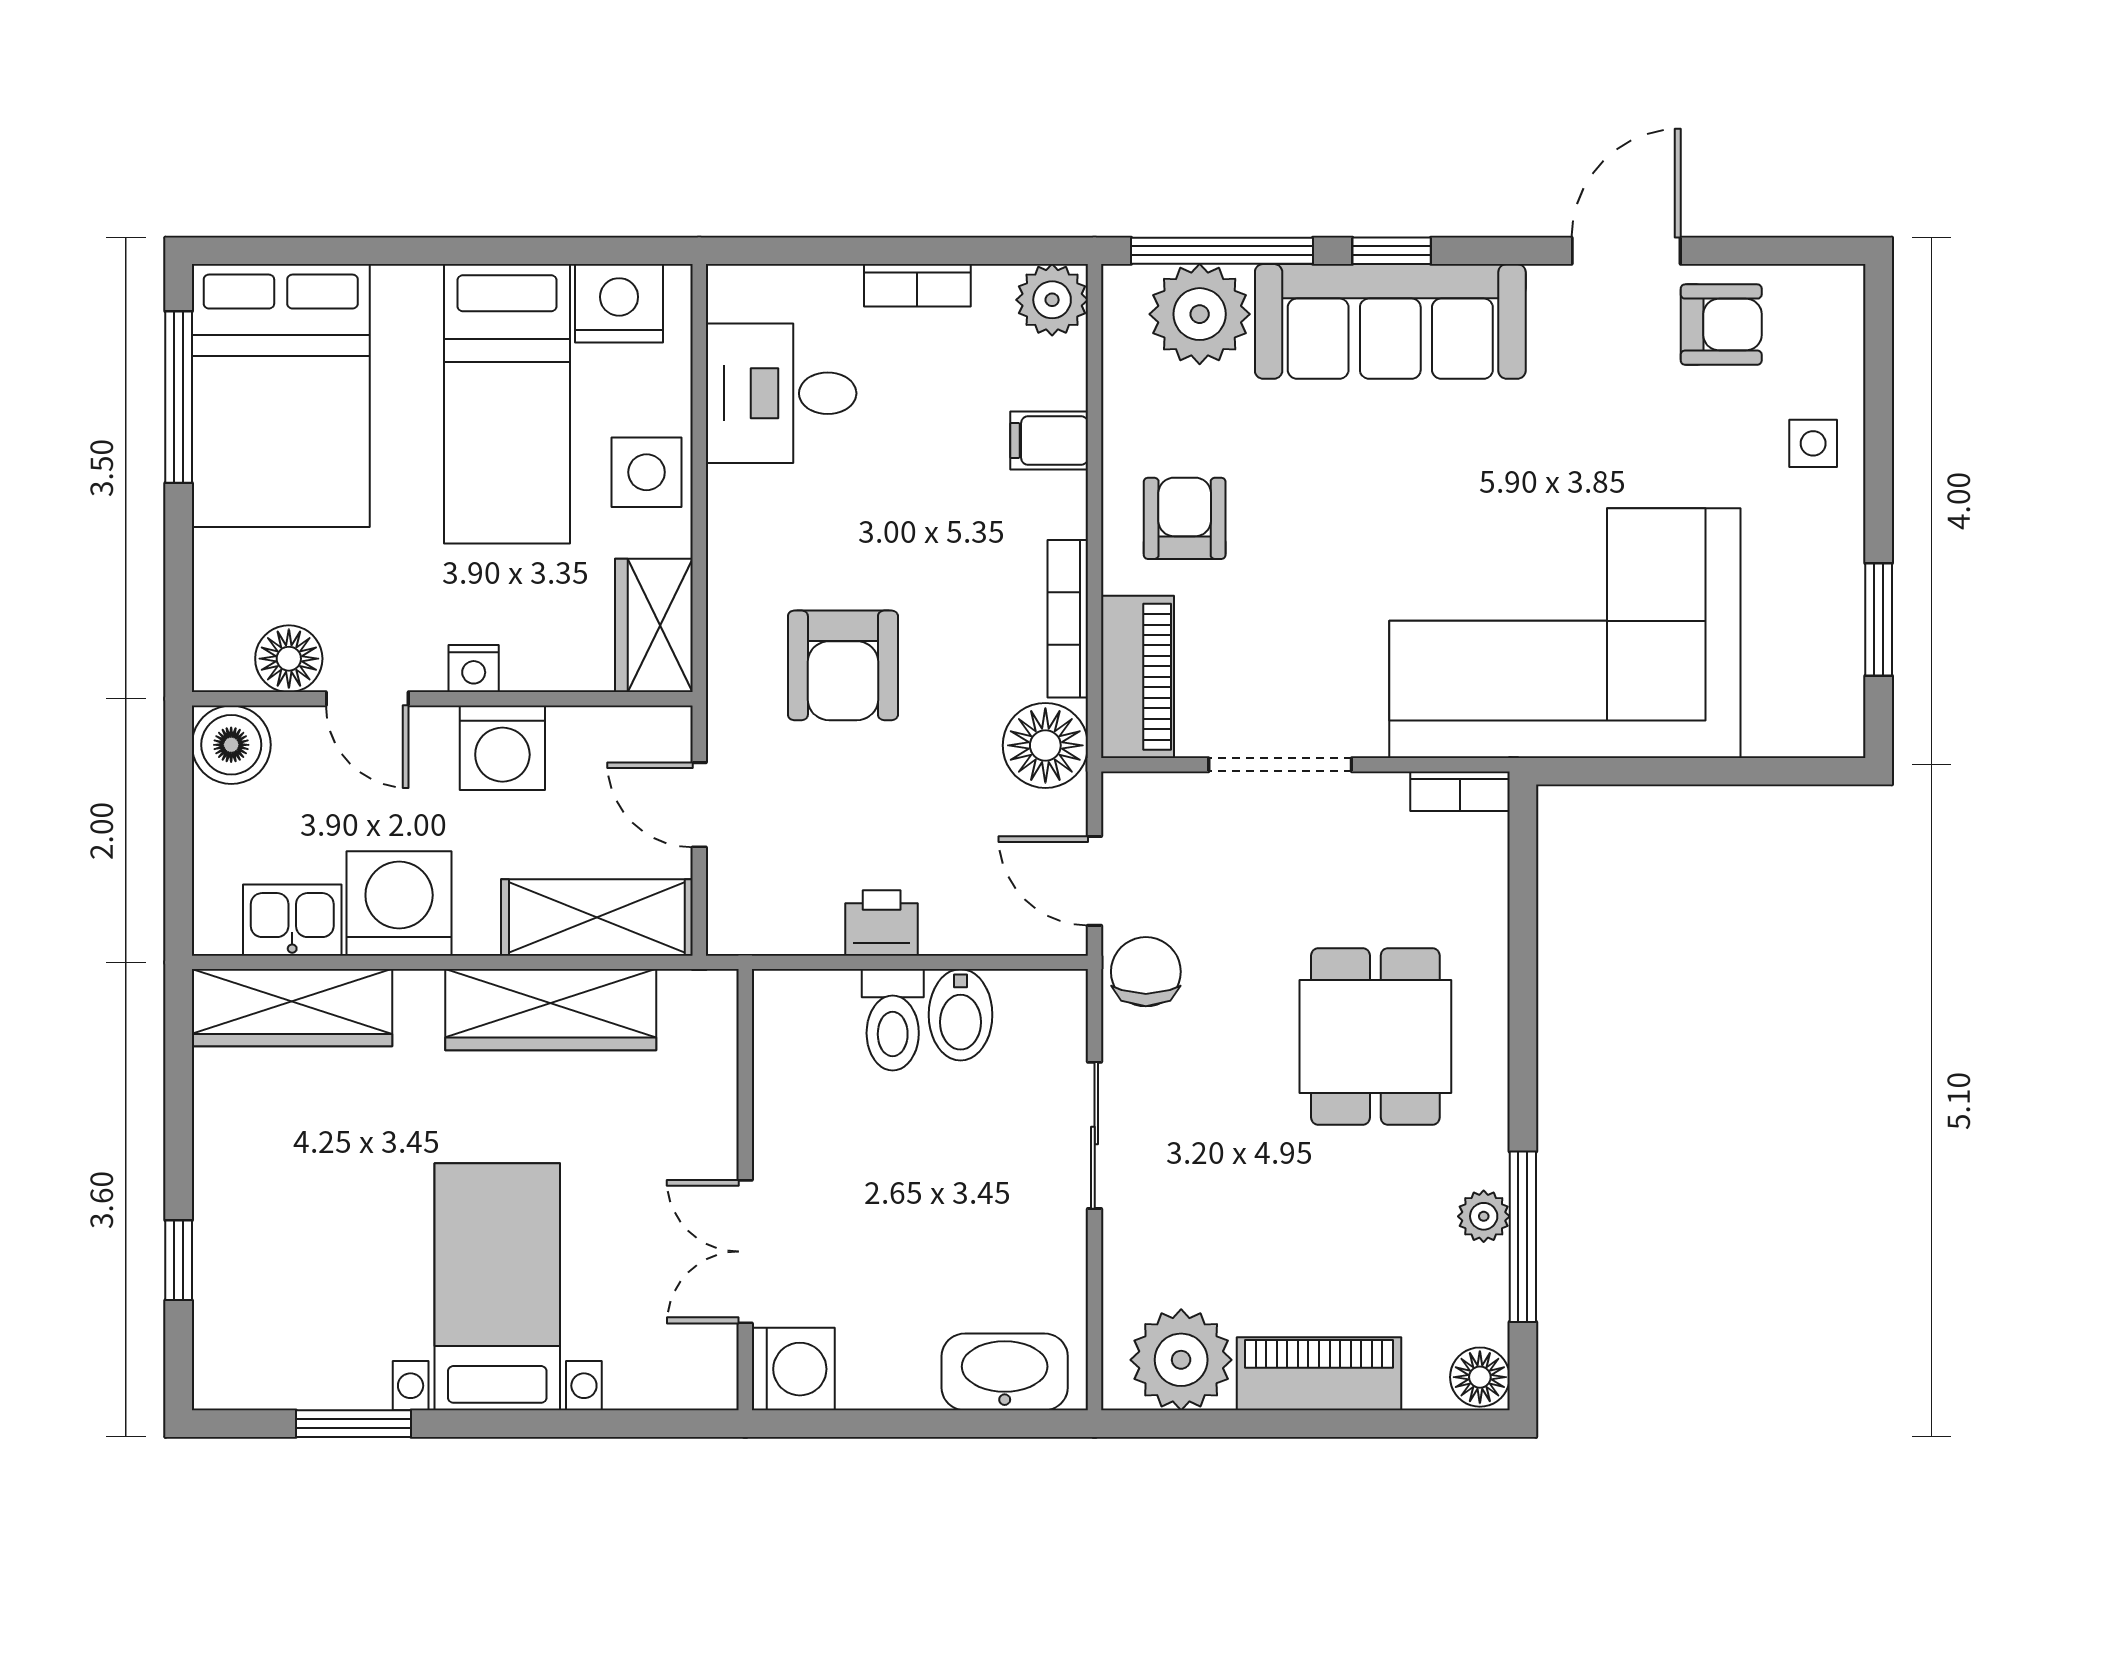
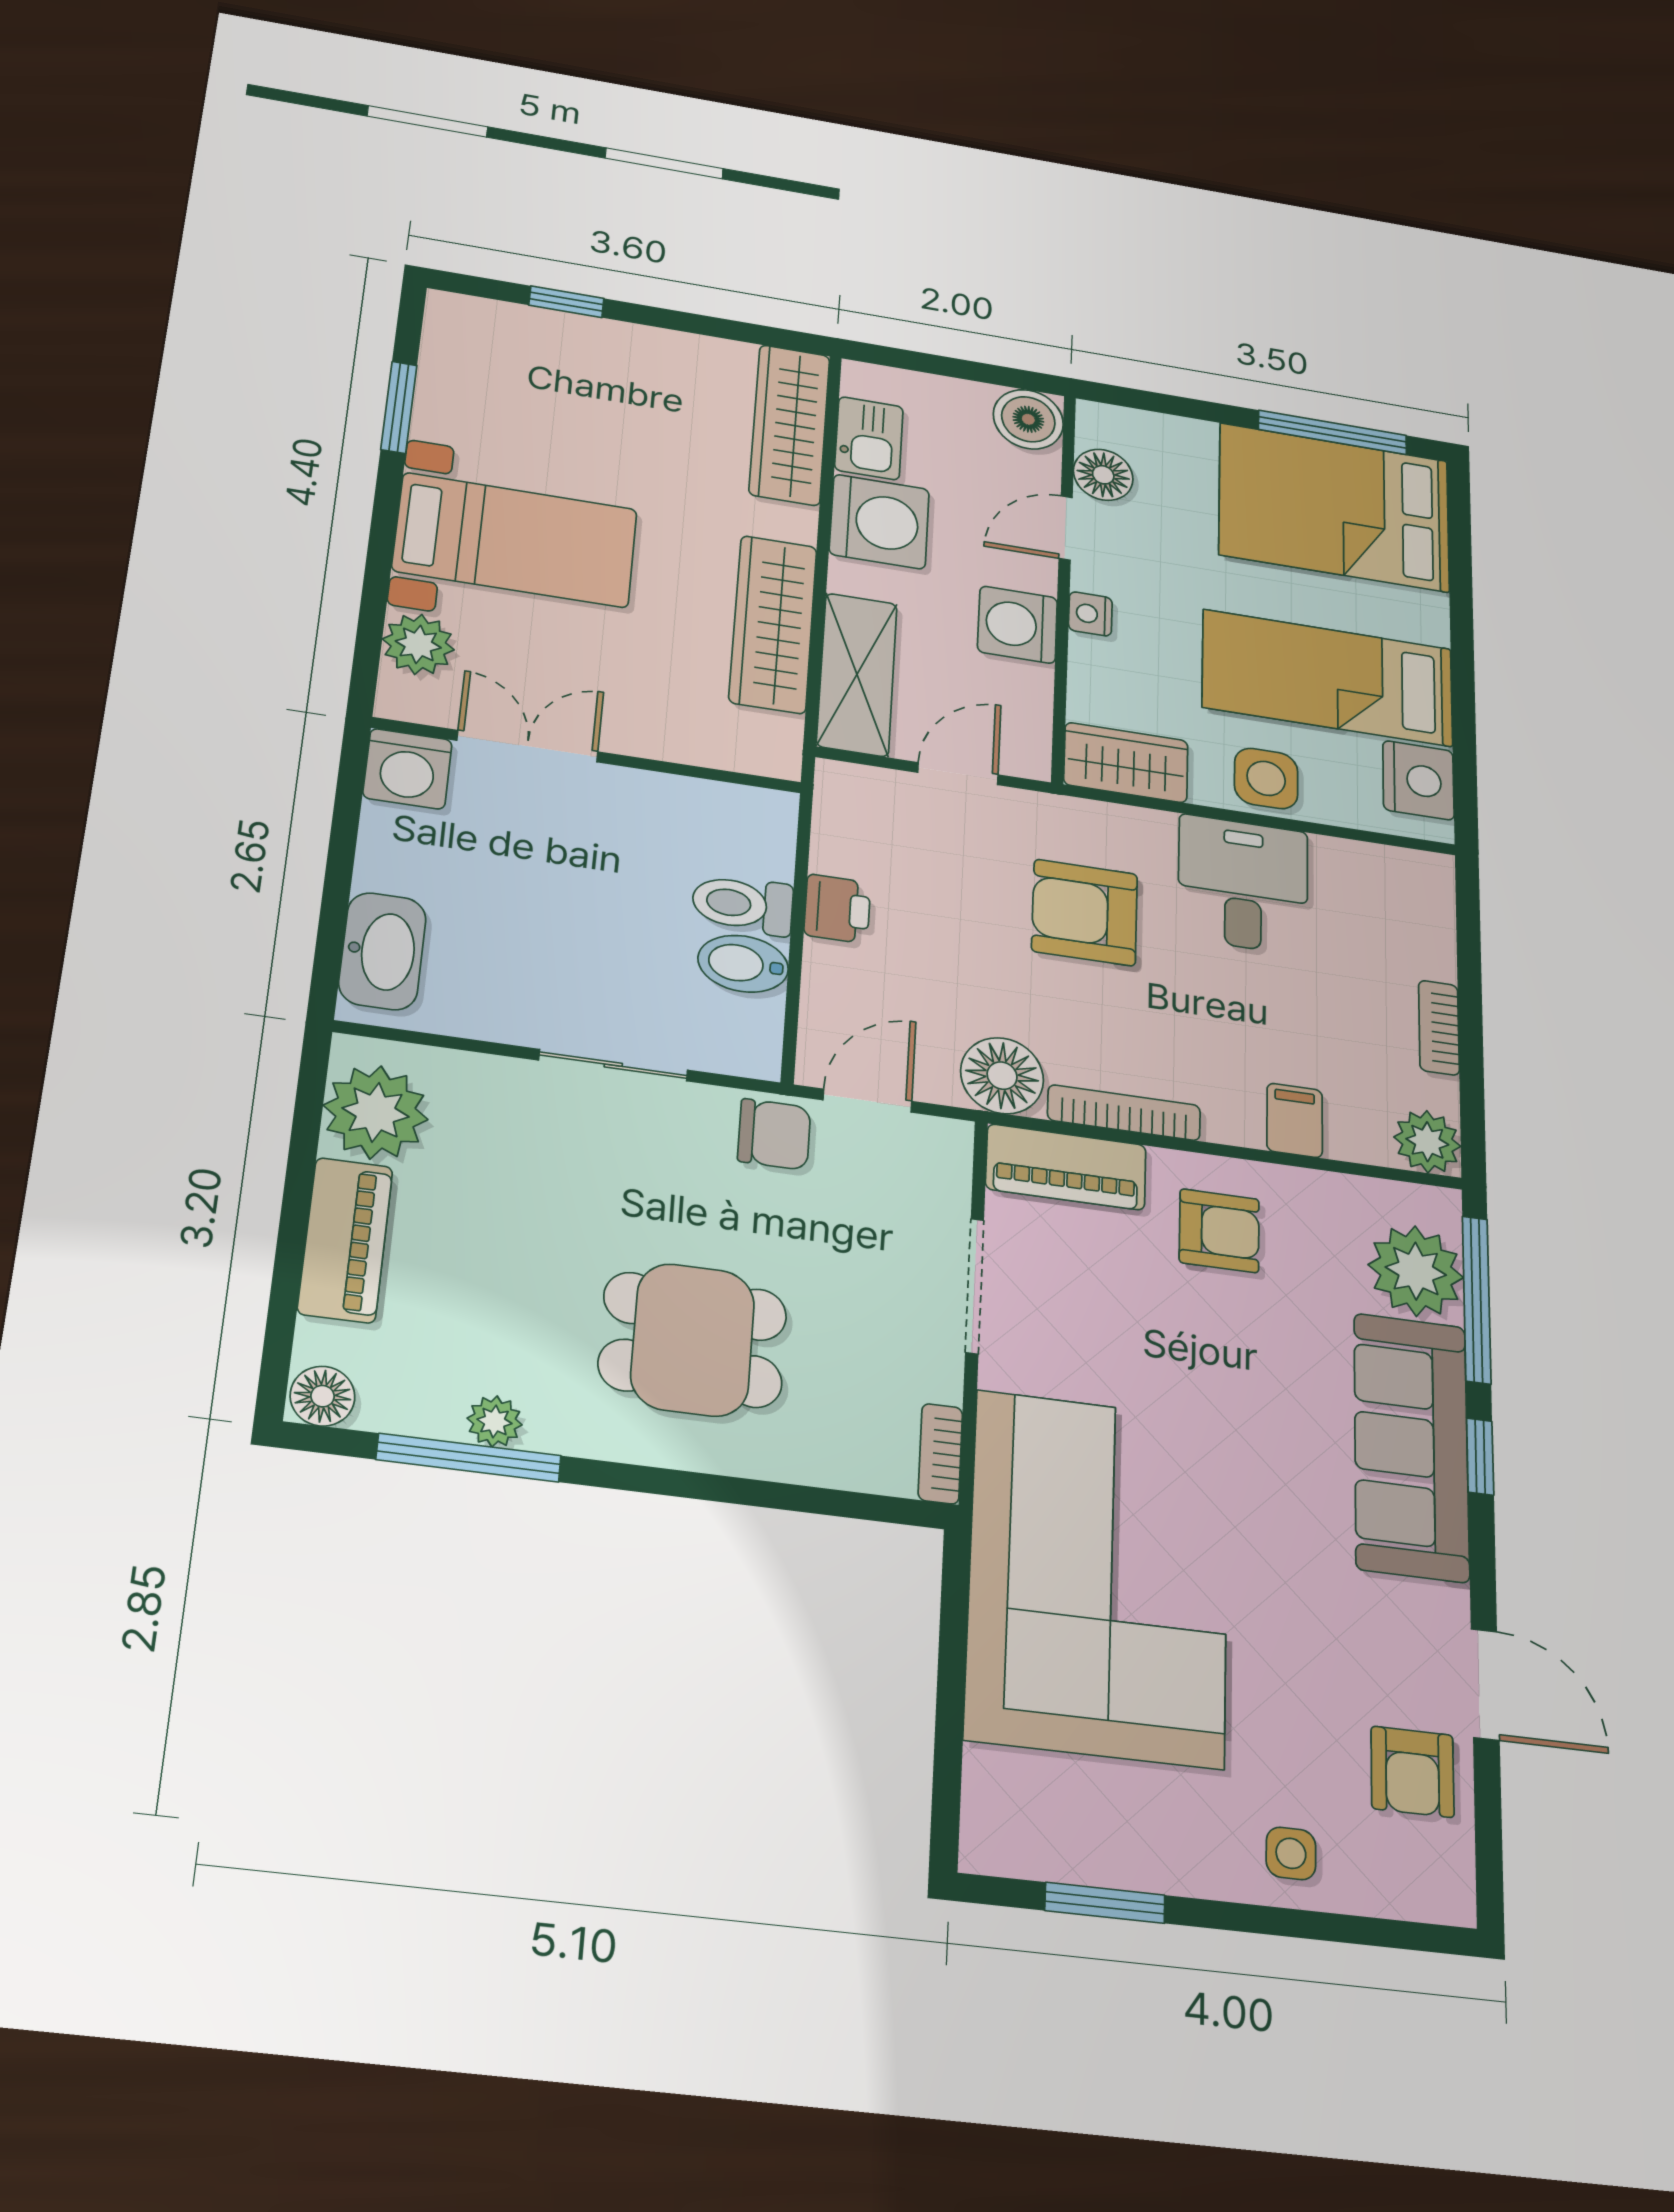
desk: (781, 393) -> (1243, 885), moved
plant: (644, 1373) -> (418, 644), added

